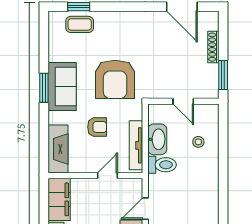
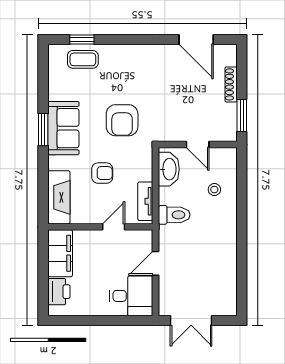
armchair: (115, 79) -> (122, 120), width x0.73, depth x0.73
washbasin: (157, 139) -> (169, 169), moved
tv unit: (136, 145) -> (145, 201), width x0.71

